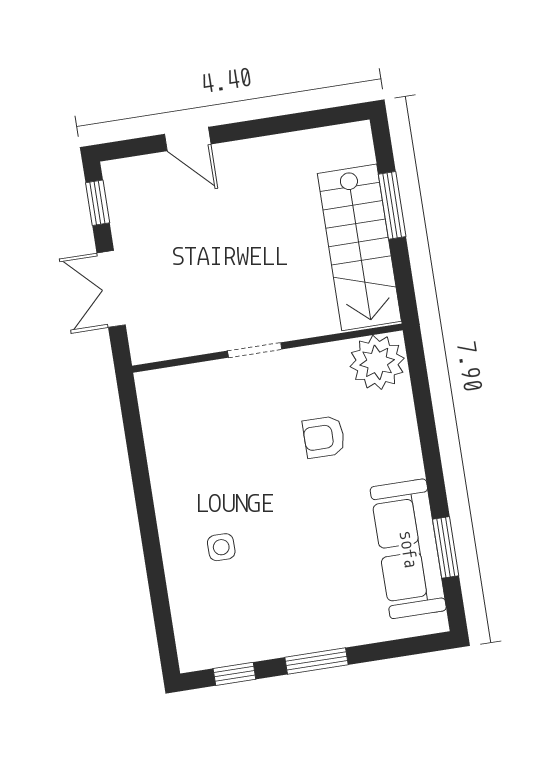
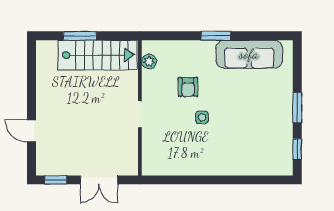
door: (188, 139) -> (31, 131), swing flipped
plant: (377, 362) -> (149, 62), width x0.53, depth x0.53
side table: (221, 547) -> (202, 117), moved
window: (446, 547) -> (216, 36), moved

